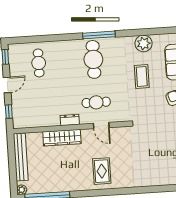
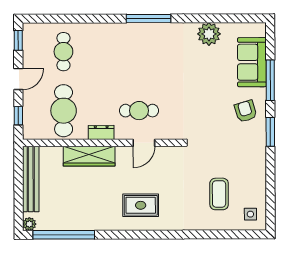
cafe table: (93, 59) -> (64, 111), moved
coffee table: (142, 76) -> (219, 194), moved
door: (101, 126) -> (144, 143), hinge flipped
rug: (102, 171) -> (141, 205), turned 90

